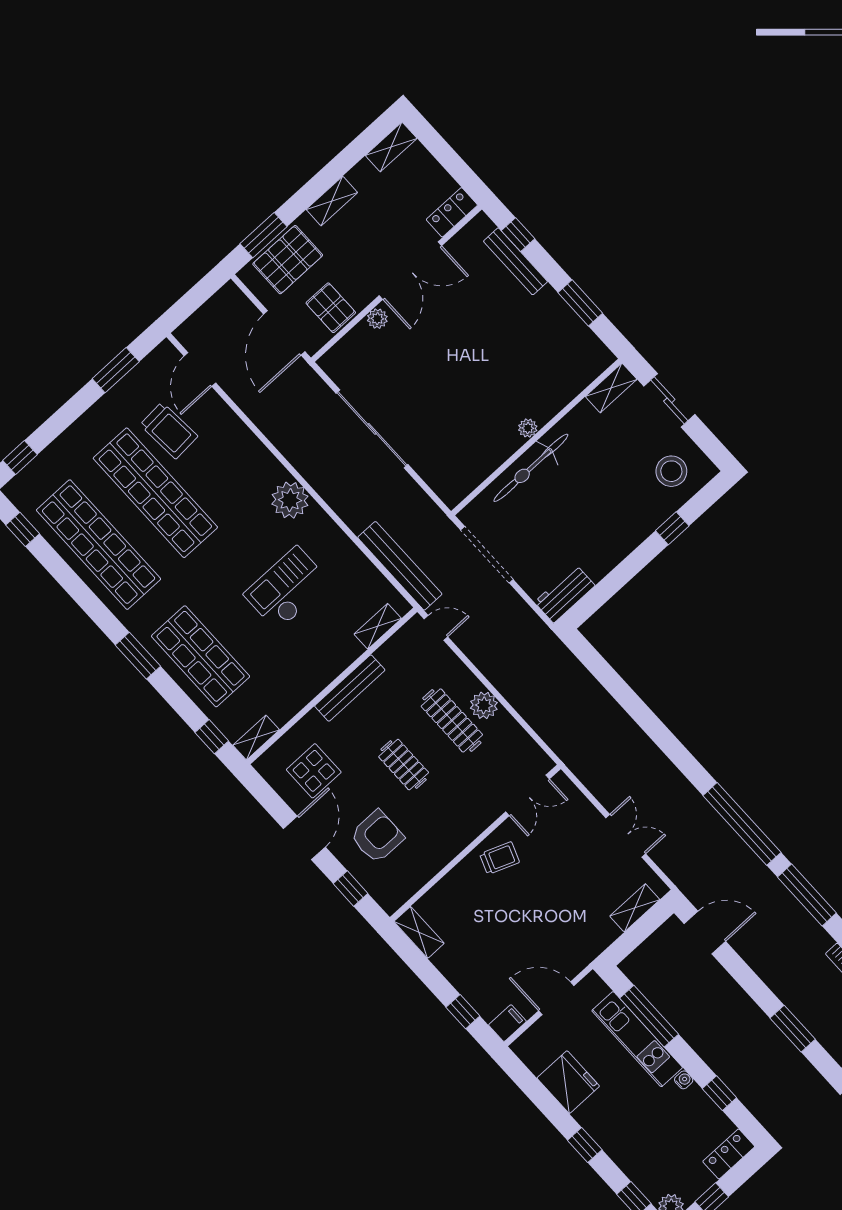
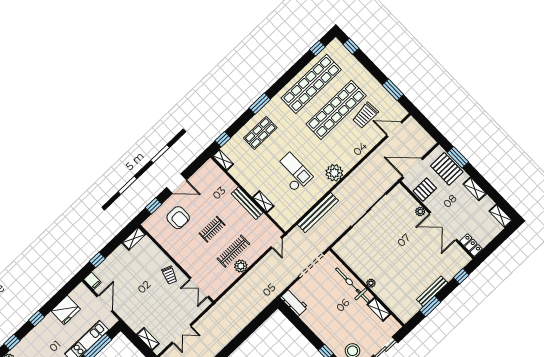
bench: (515, 261) -> (432, 291), moved
shelving: (611, 388) -> (379, 309), moved
bench: (400, 566) -> (318, 213), moved
shelving: (378, 626) -> (263, 202), moved
shop shelf: (201, 656) -> (260, 133), width x0.70, depth x0.74
display table: (314, 771) -> (208, 187), removed

